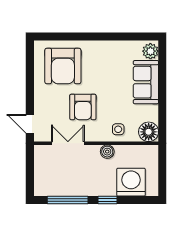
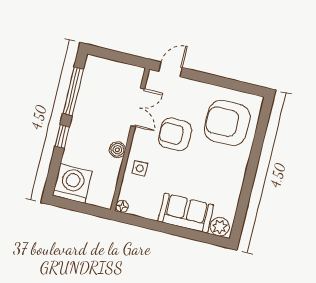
floor lamp: (149, 132) -> (122, 206), width x0.53, depth x0.53
washing machine: (131, 182) -> (72, 184), moved, turned -90

